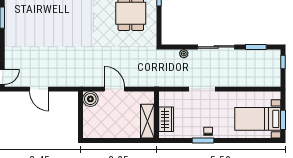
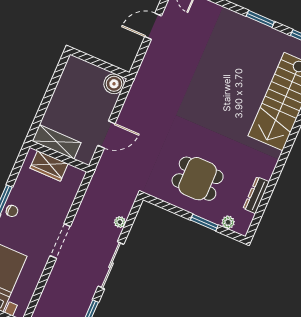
door: (114, 89) -> (106, 134), moved
doorway: (202, 89) -> (60, 241), moved

